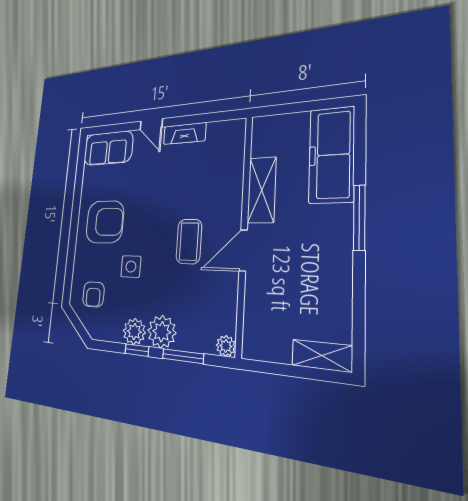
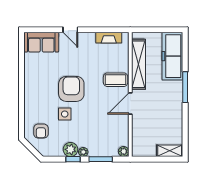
fireplace: (185, 134) -> (109, 38), moved
shelving: (262, 190) -> (139, 64), width x1.47
armchair: (105, 222) -> (71, 89), moved, turned -90
coffee table: (189, 241) -> (116, 80), moved, turned 90
plant: (162, 332) -> (83, 152), width x0.53, depth x0.53

